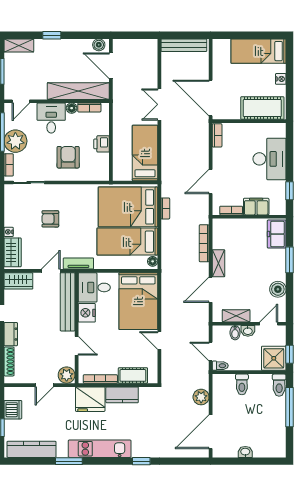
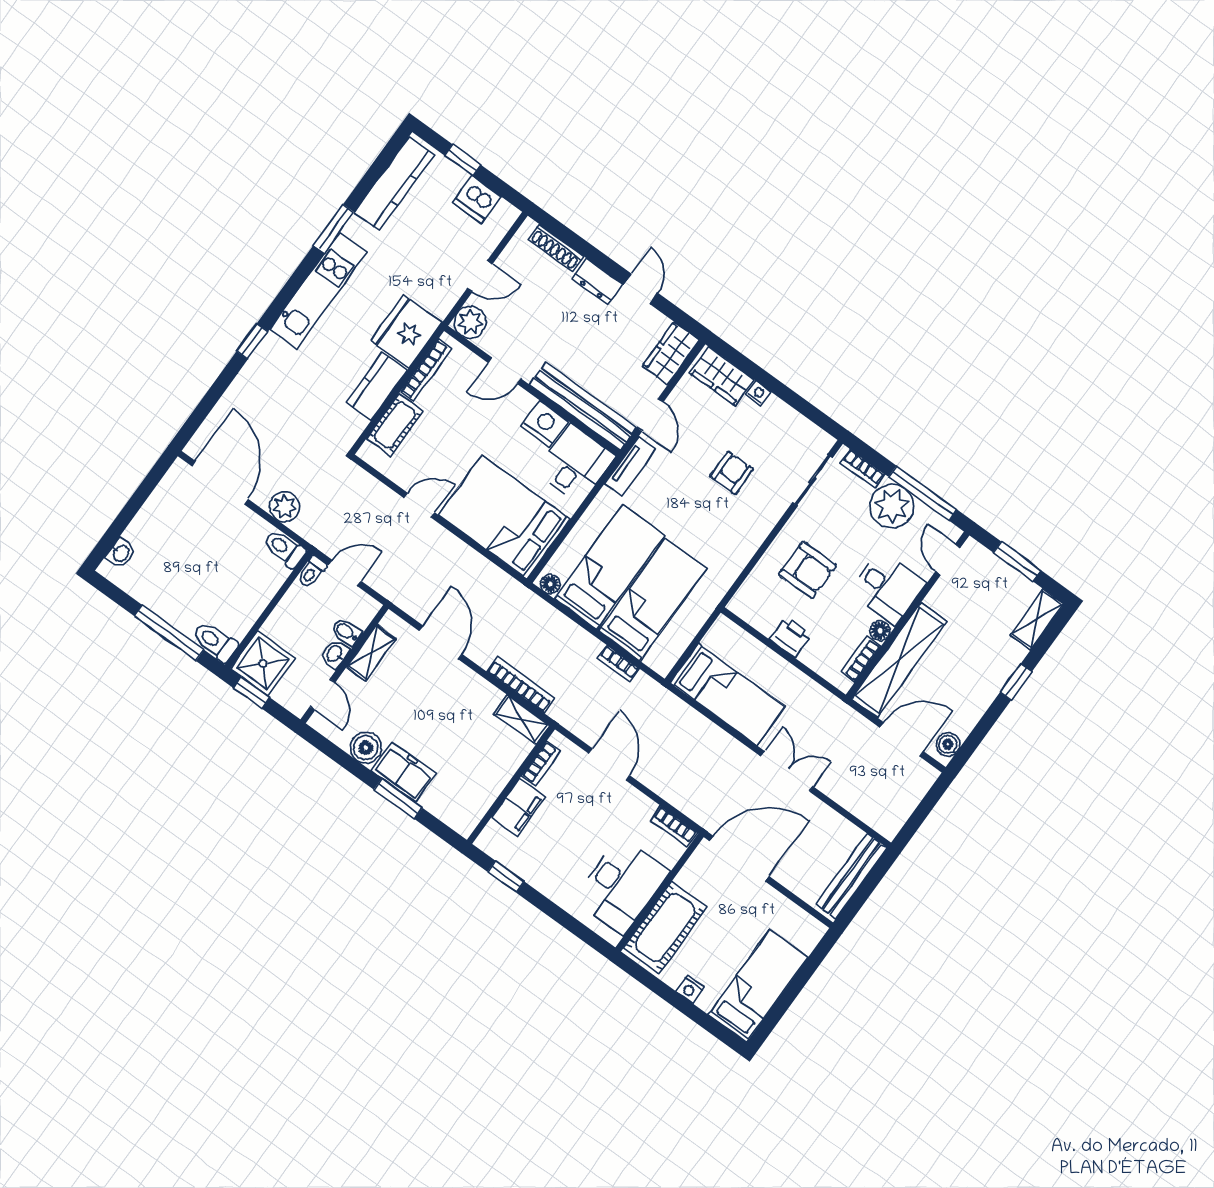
desk: (270, 159) -> (622, 885), moved, turned -90
bed: (128, 207) -> (652, 600), width x0.67
freezer: (277, 234) -> (403, 772), moved
shelving: (218, 263) -> (522, 720), moved
toilet: (242, 384) -> (284, 548), moved
door: (44, 385) -> (480, 276), swing flipped
washbasin: (245, 452) -> (121, 553), moved

